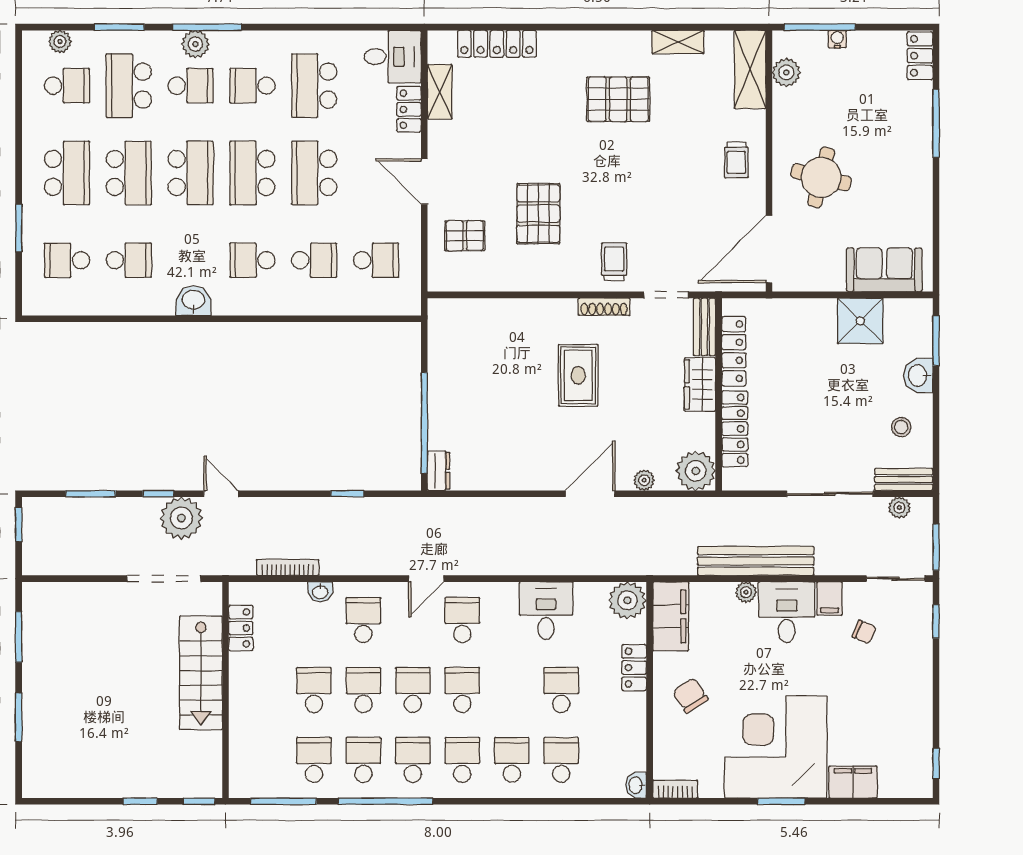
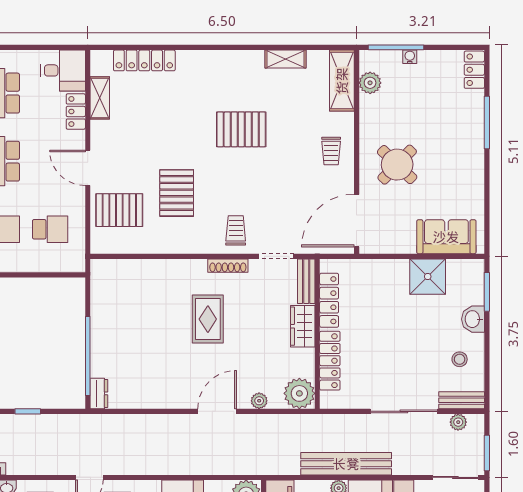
pallet: (618, 99) -> (241, 129), moved
round table: (821, 177) -> (397, 165), turned 30
pallet: (465, 236) -> (119, 210), width x1.50, depth x1.42

